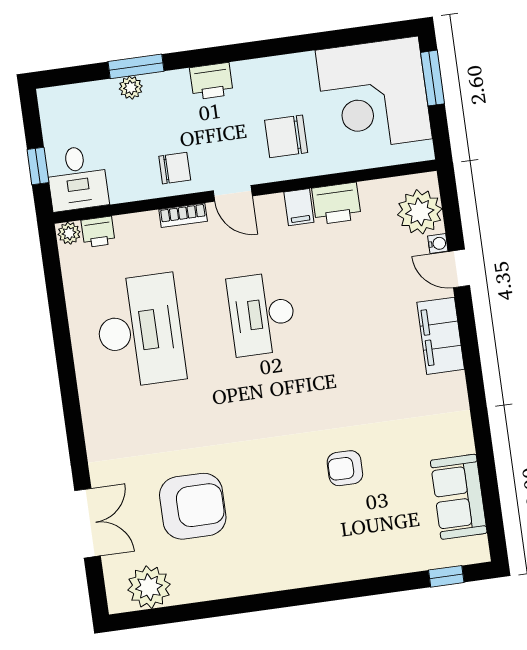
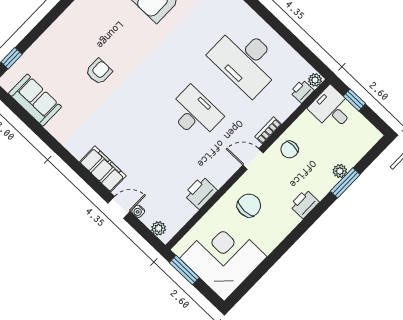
window: (433, 78) -> (184, 270), moved
filing cabinet: (299, 207) -> (217, 177), removed
plant: (420, 212) -> (159, 228), width x0.53, depth x0.53

